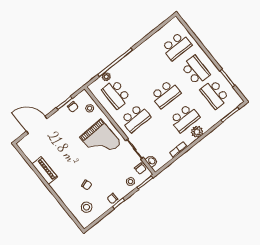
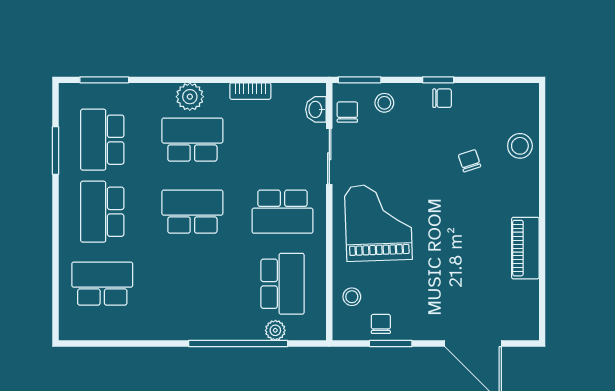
school desk: (215, 94) -> (102, 140), turned 180
school desk: (135, 118) -> (282, 212), turned 180
stool: (86, 207) -> (520, 146), moved

